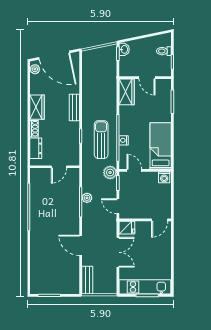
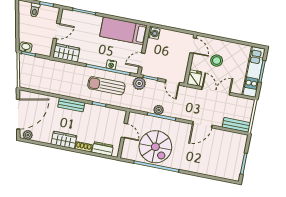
spiral stairs: (49, 202) -> (155, 147), added
door: (118, 206) -> (172, 82), hinge flipped
stool: (149, 247) -> (217, 61), added

